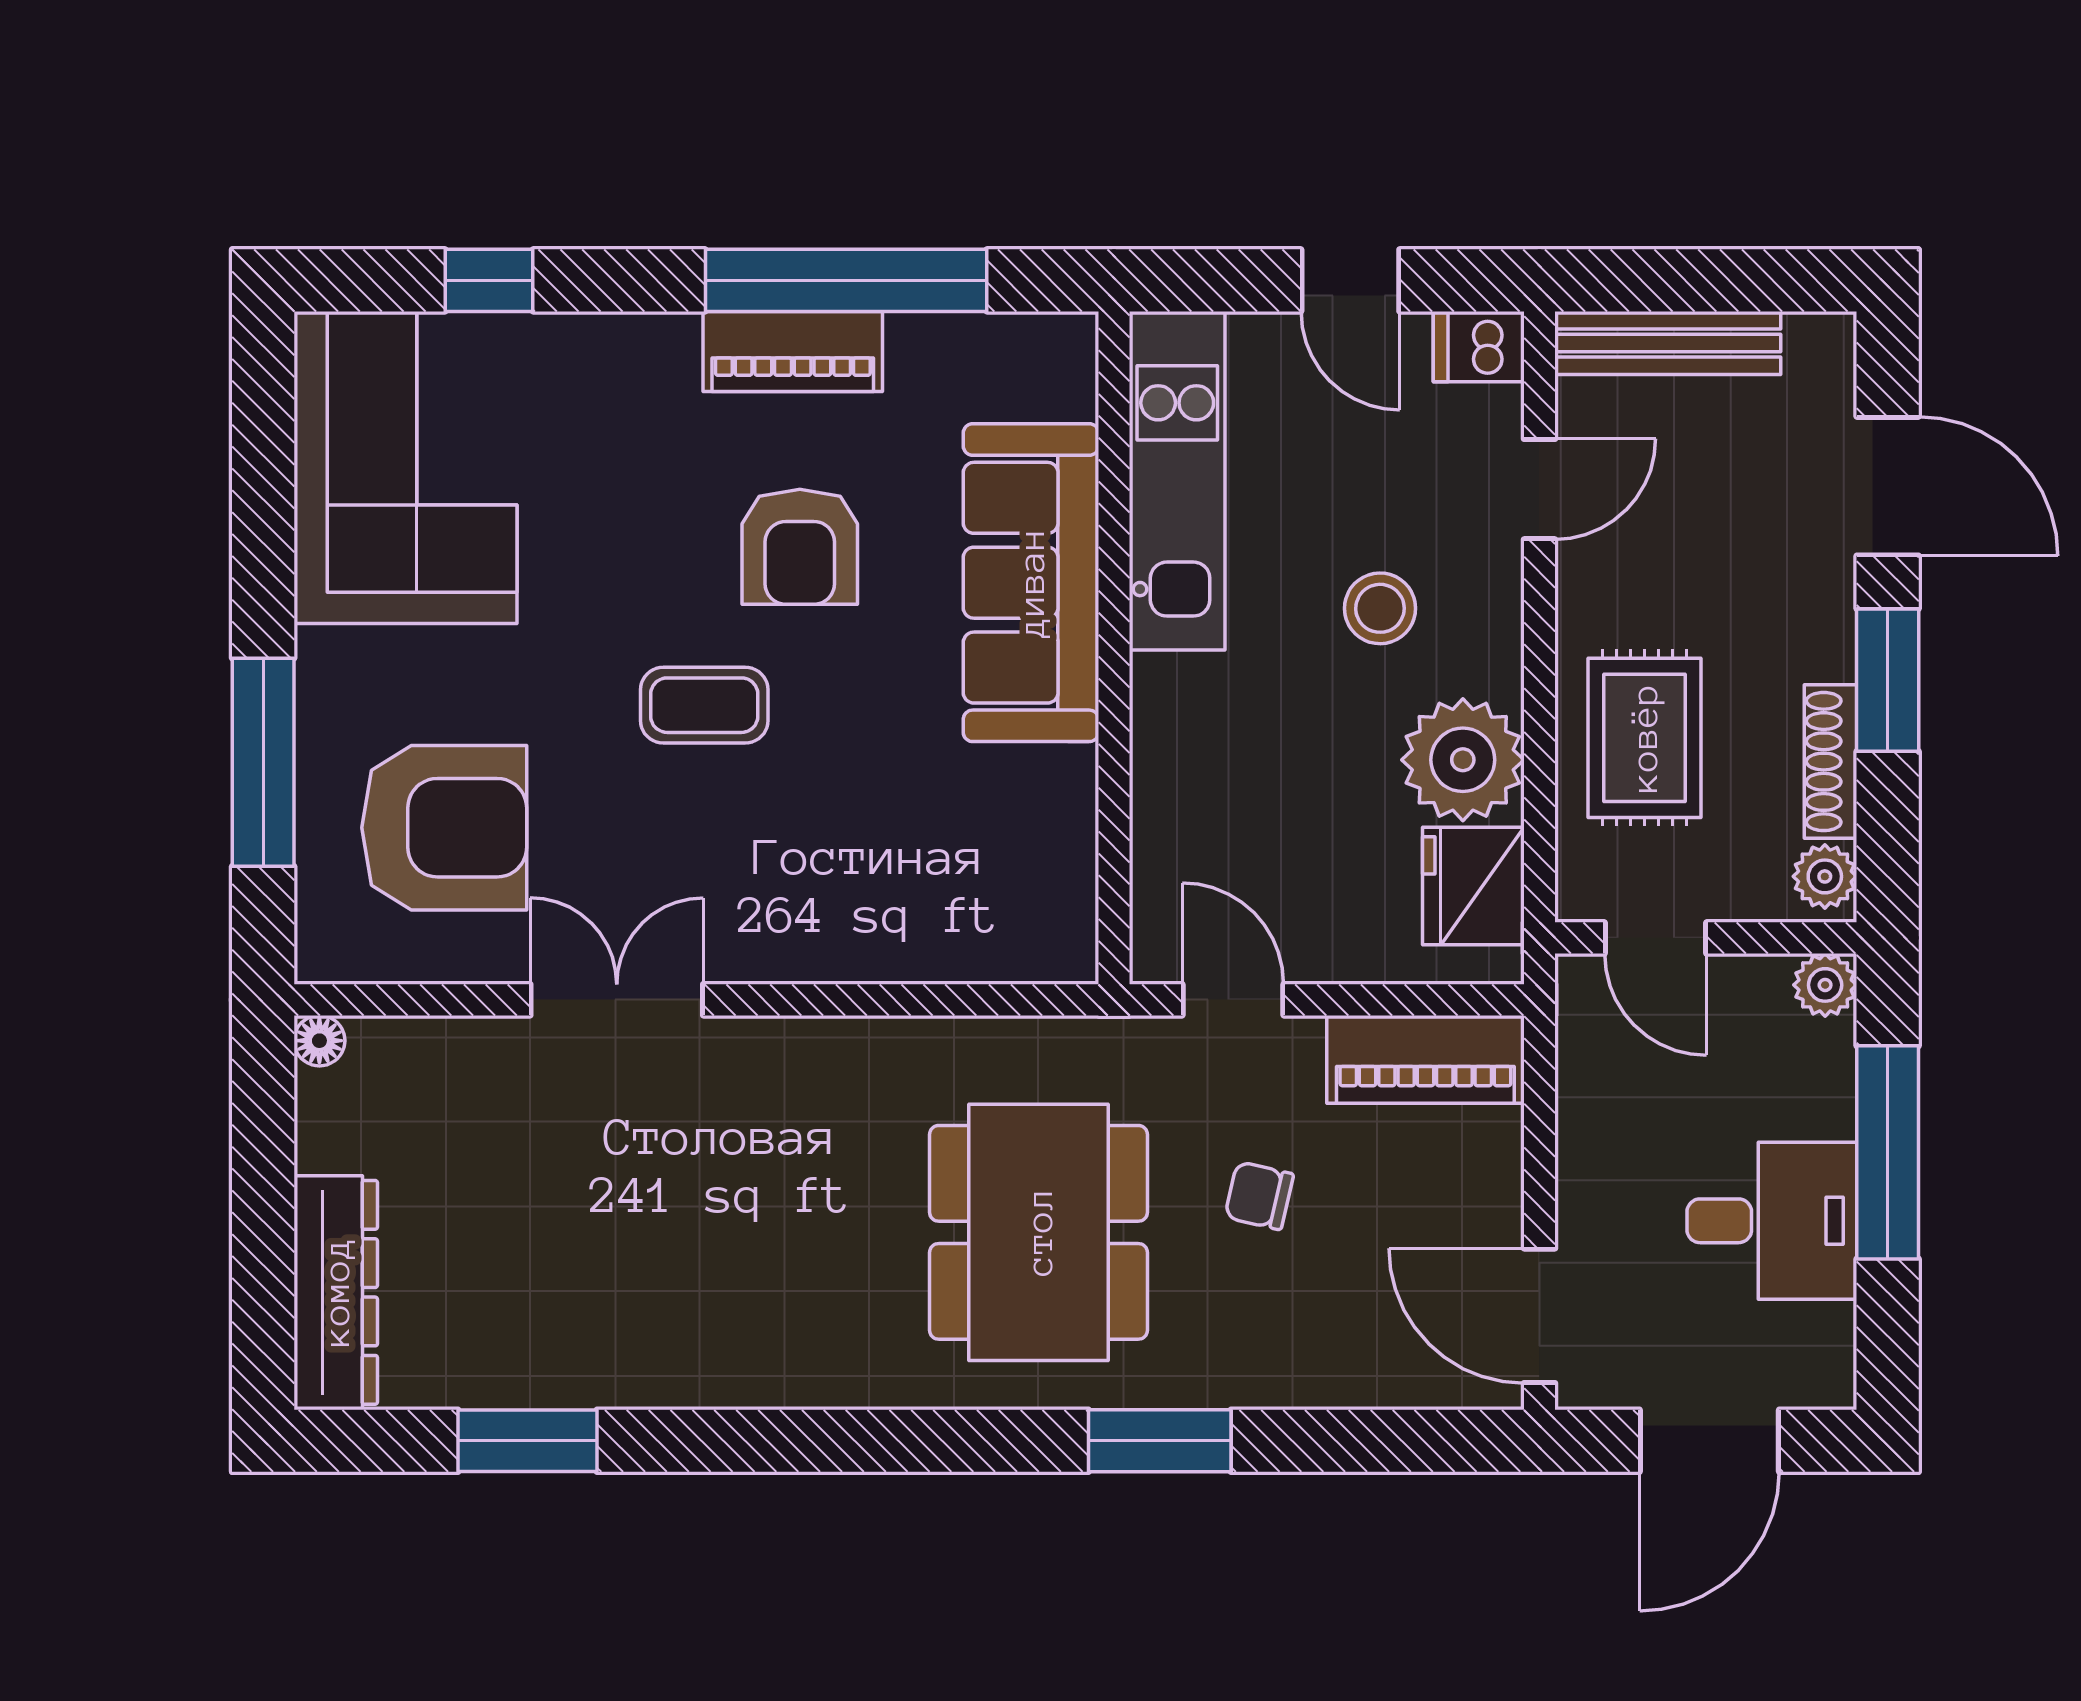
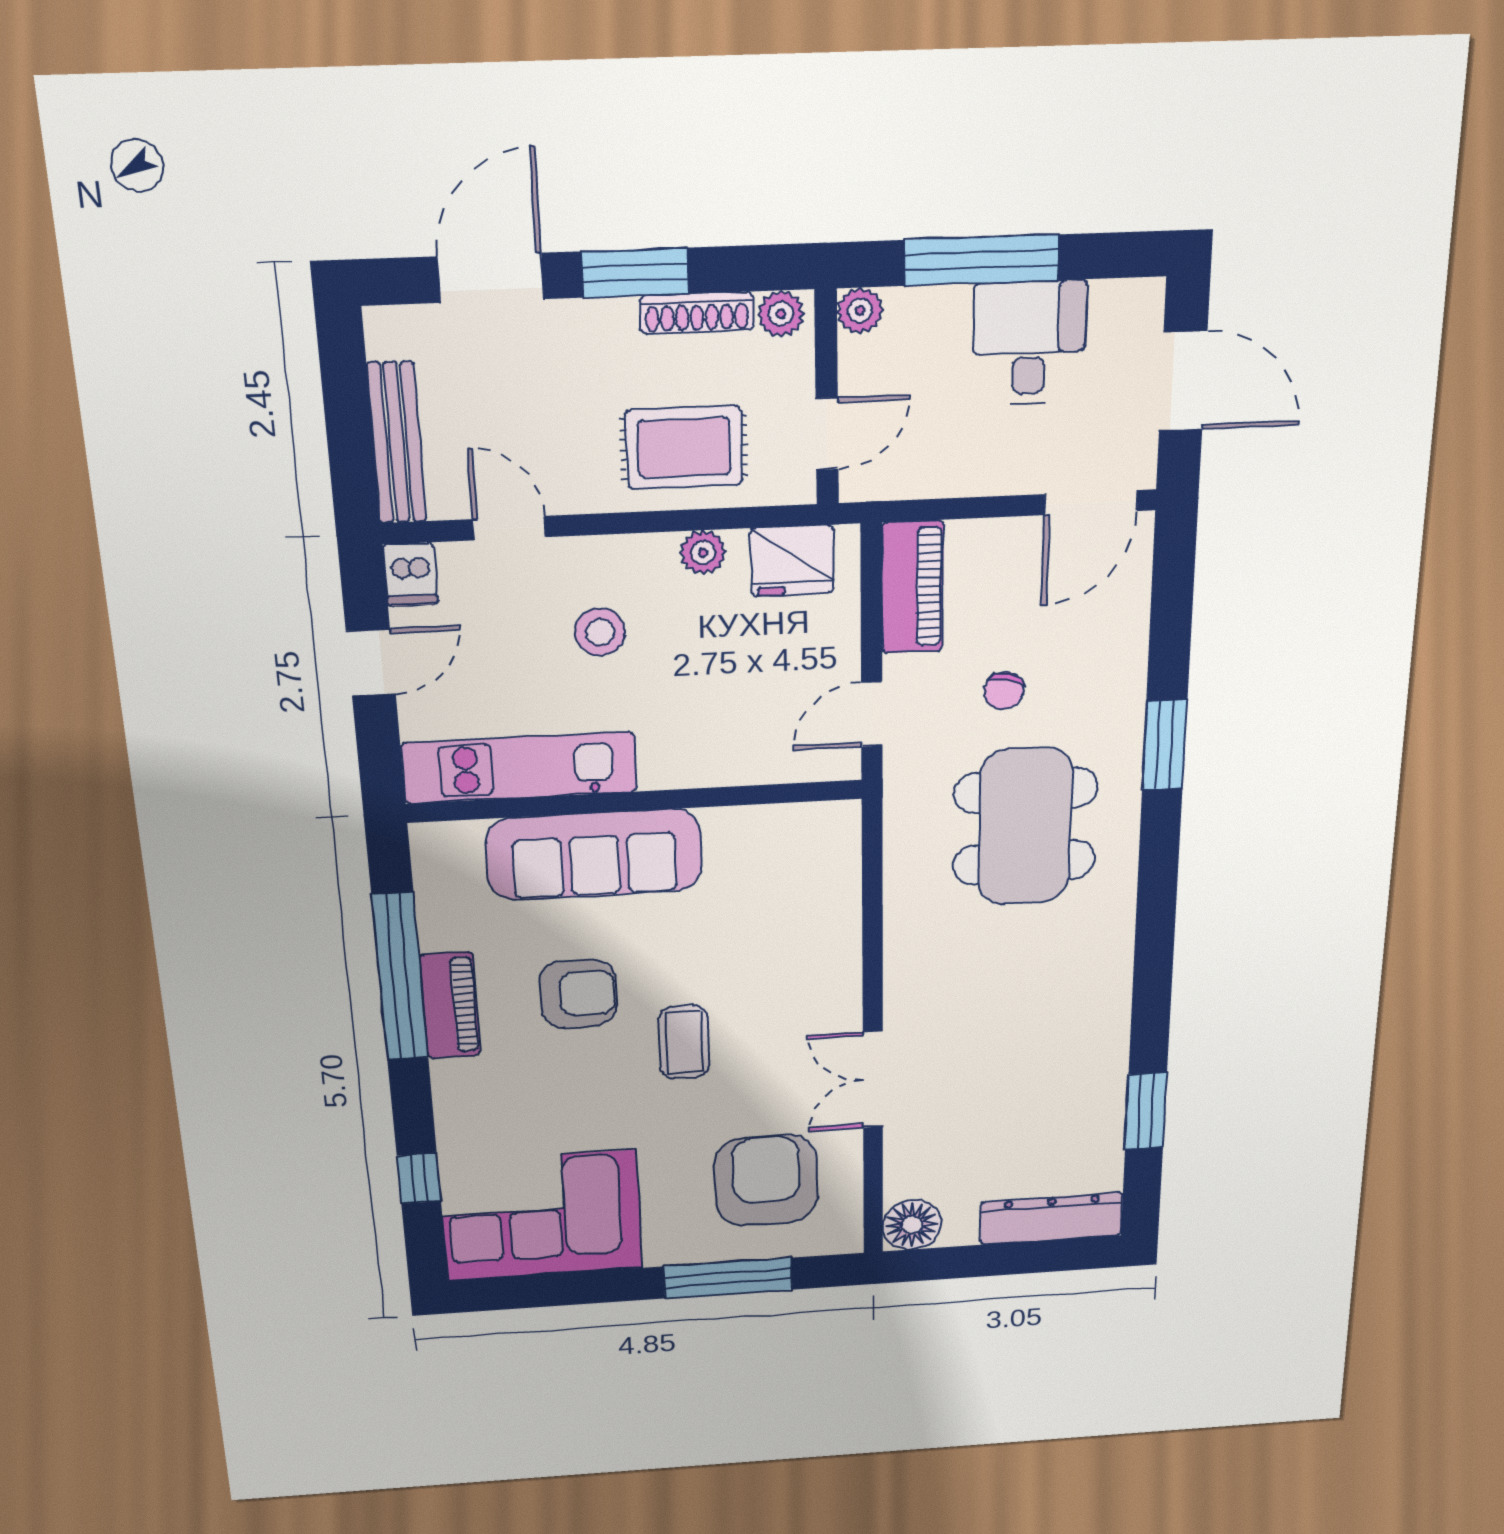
plant: (1463, 760) -> (703, 552), width x0.53, depth x0.53
floor lamp: (319, 1041) -> (912, 1225), width x1.89, depth x1.89
dining table: (1039, 1232) -> (1025, 827), turned 90

